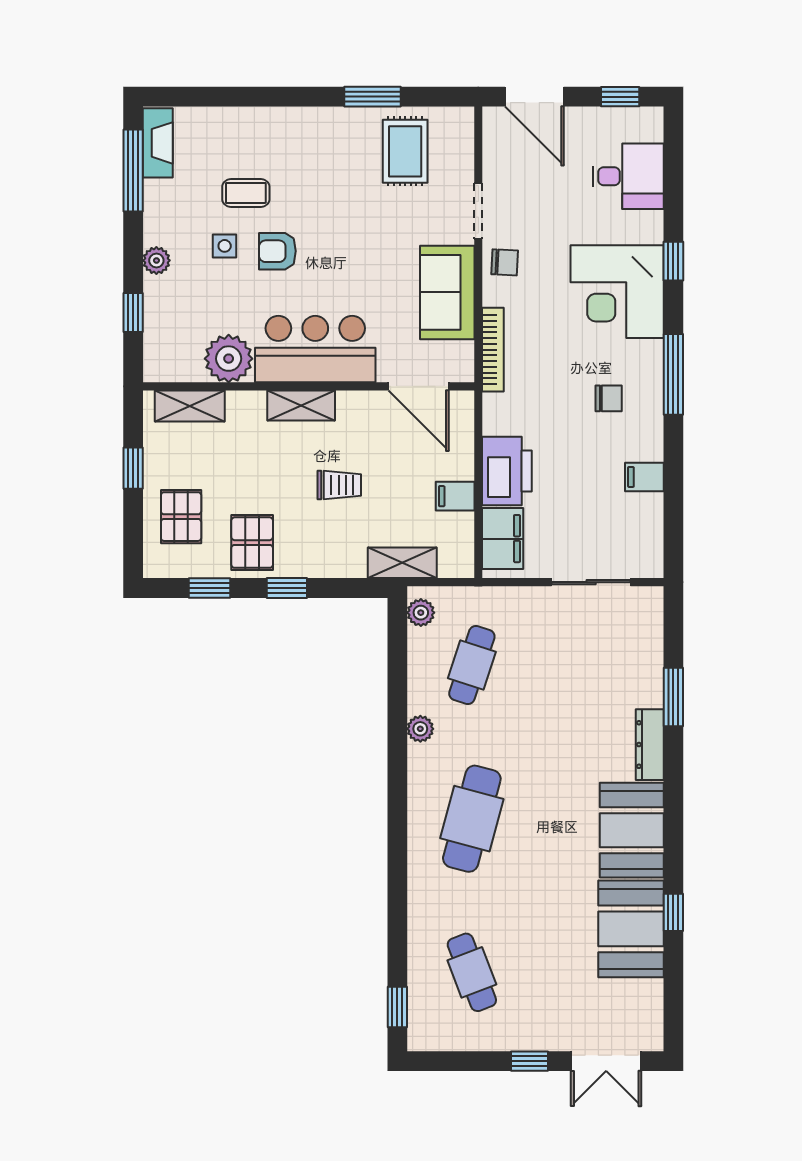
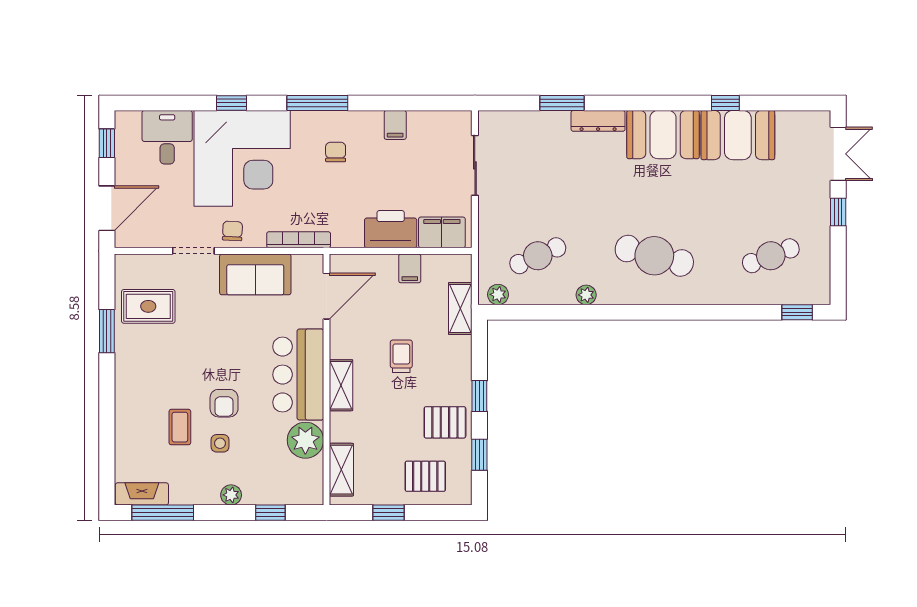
corner desk: (617, 292) -> (242, 158), width x1.36, depth x1.36
cafe table: (472, 665) -> (538, 256), turned -42

